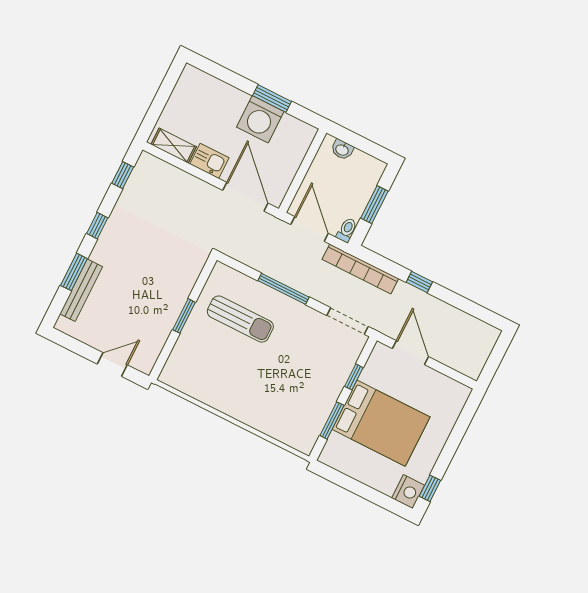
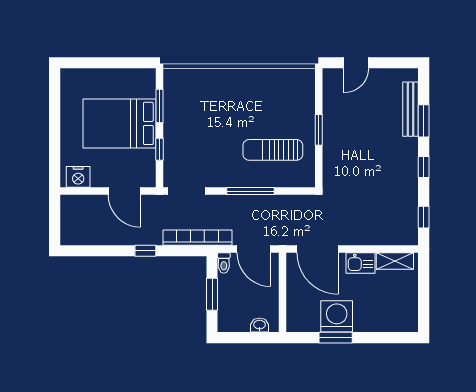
window: (430, 488) -> (55, 91), removed
nightstand: (408, 492) -> (78, 177), moved, turned -90

